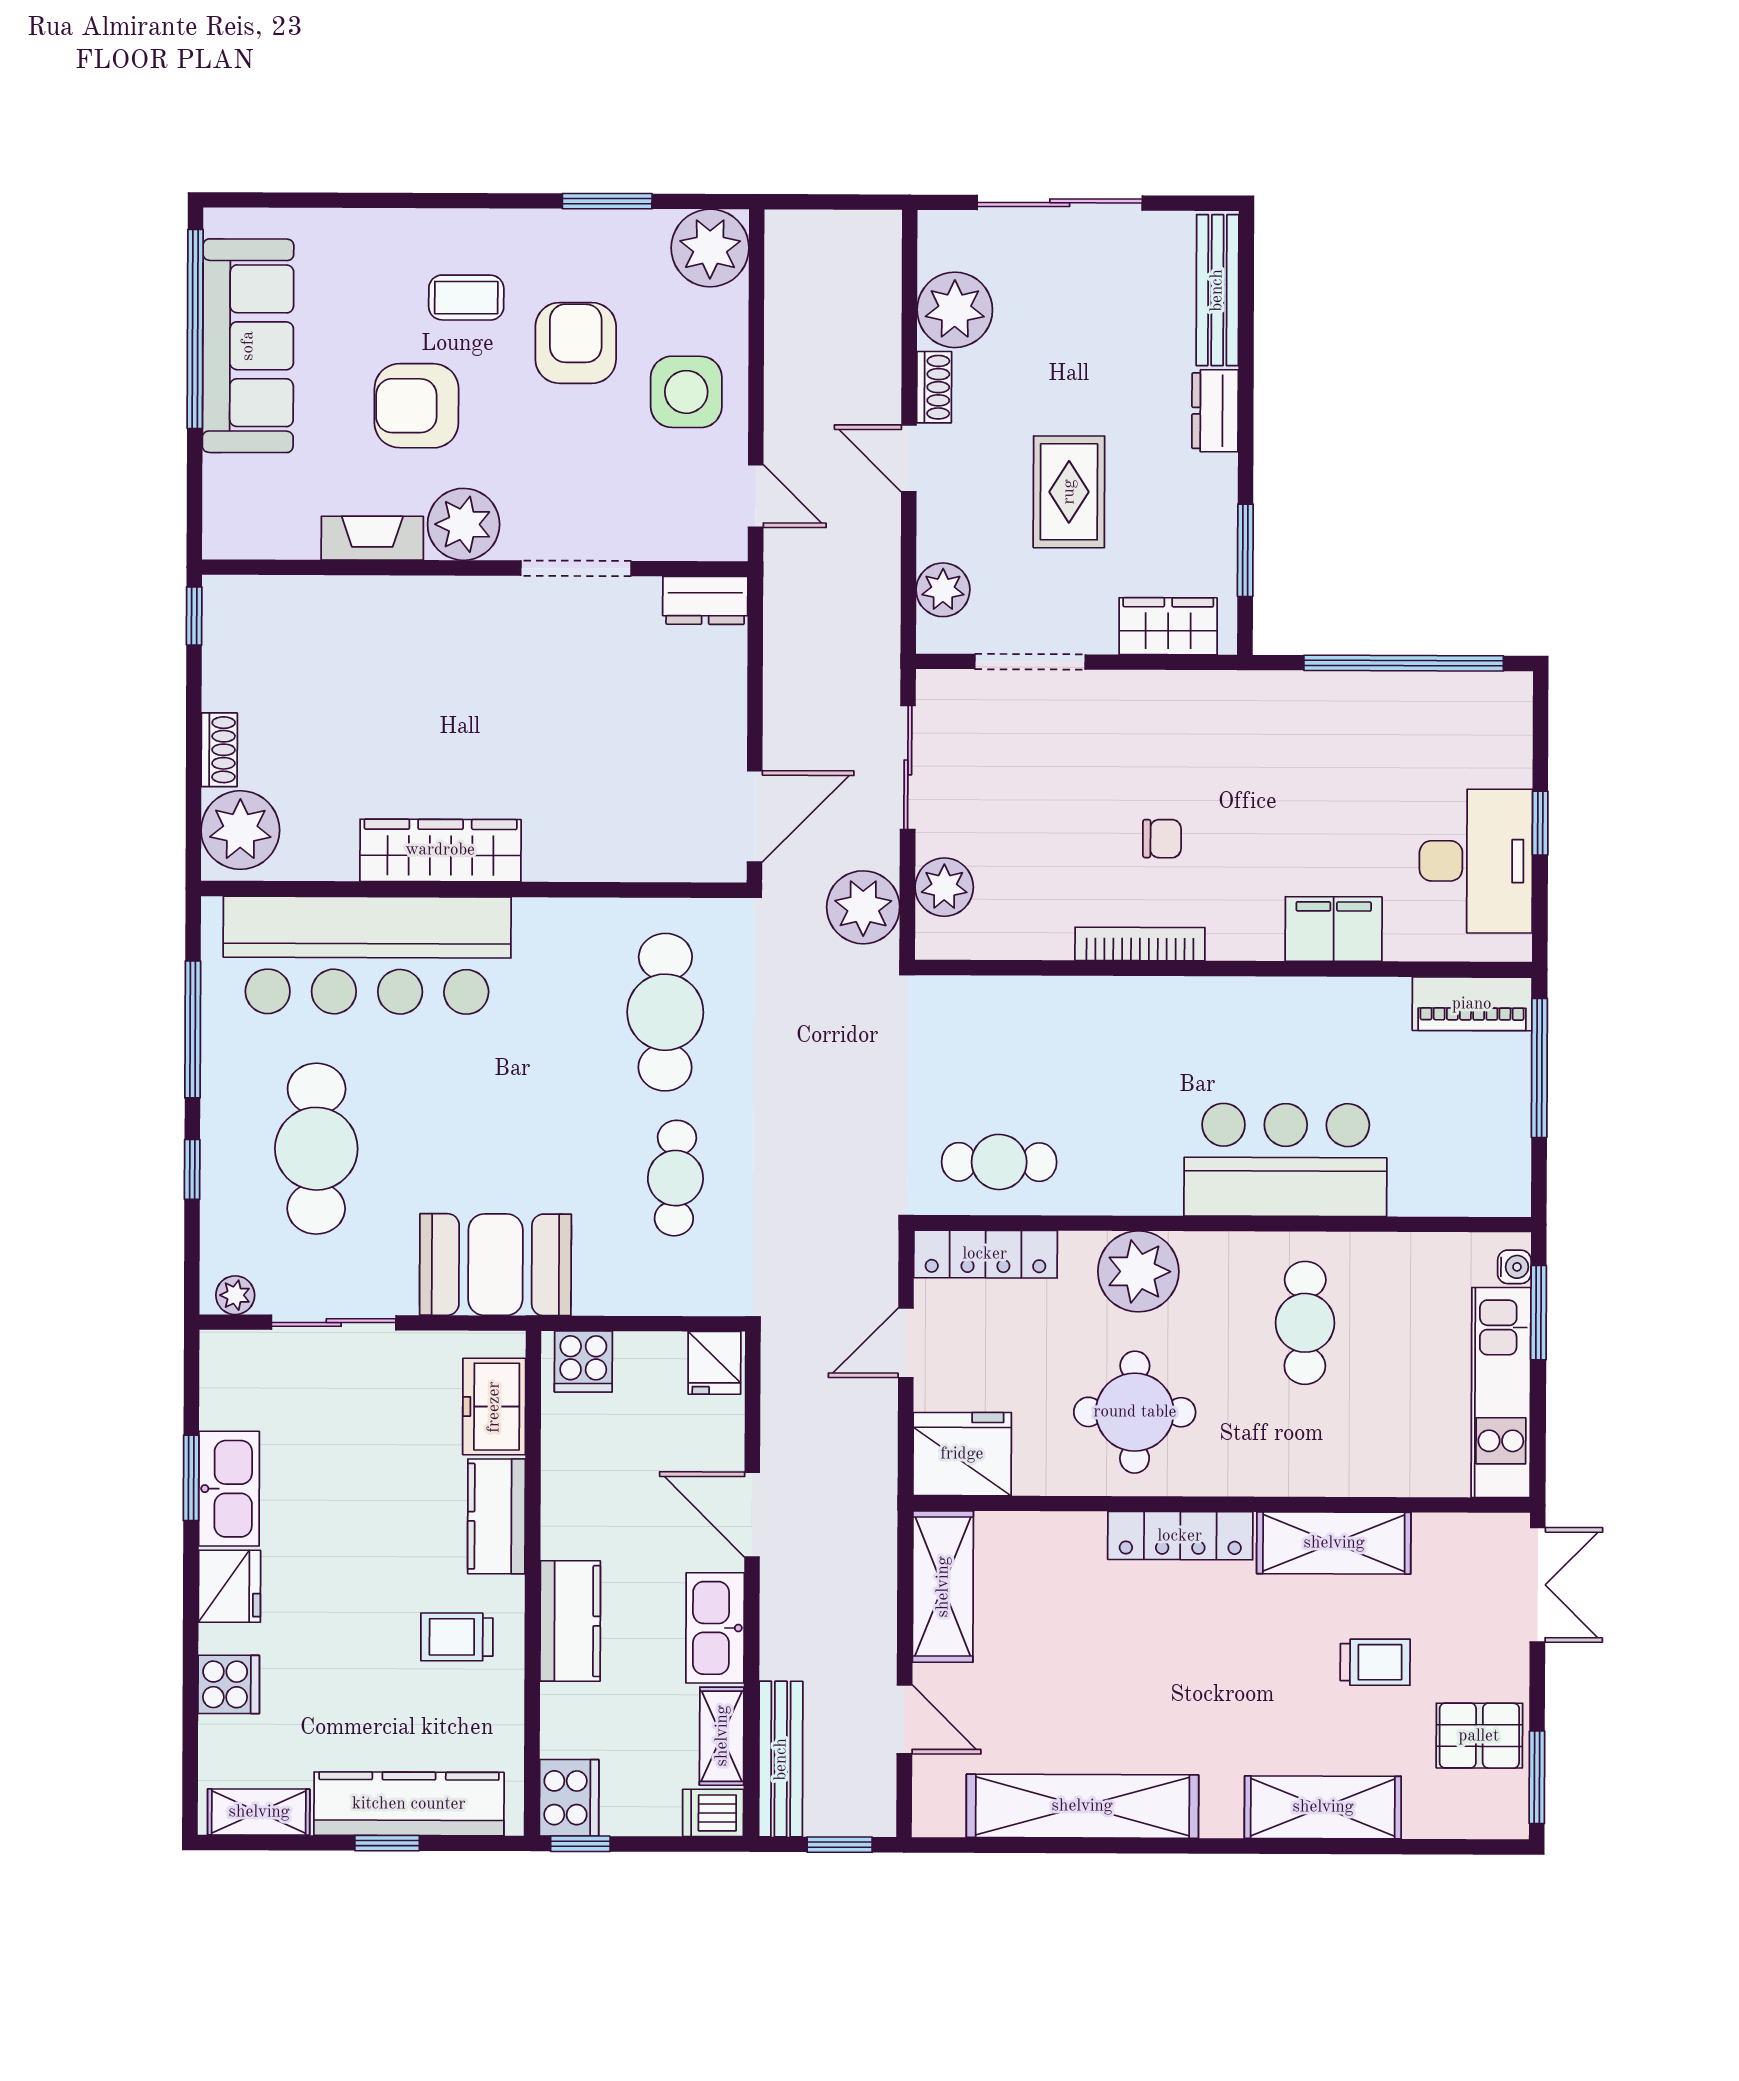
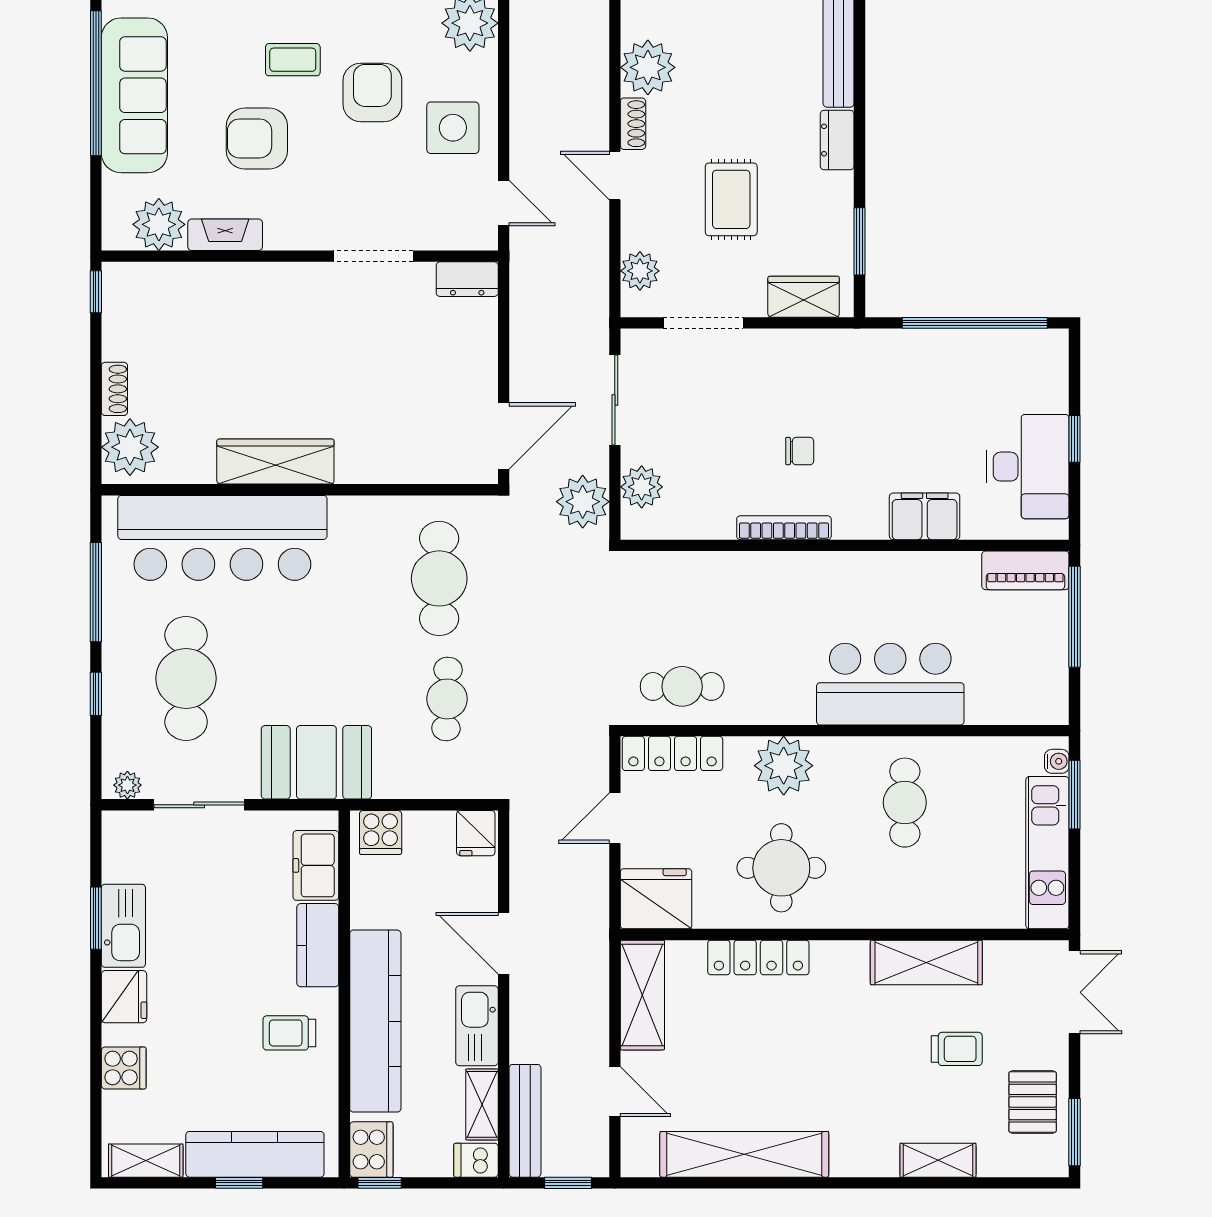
plant: (464, 524) -> (159, 224), moved
locker: (1180, 1536) -> (758, 958), moved
kitchen counter: (570, 1621) -> (375, 1021), width x2.08, depth x1.17
pallet: (1479, 1736) -> (1033, 1102), turned 90
shelving: (1323, 1807) -> (938, 1160), width x0.67, depth x0.75

